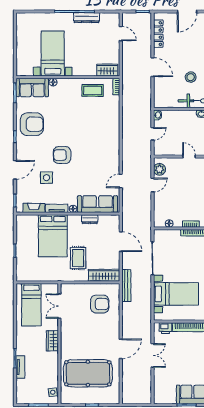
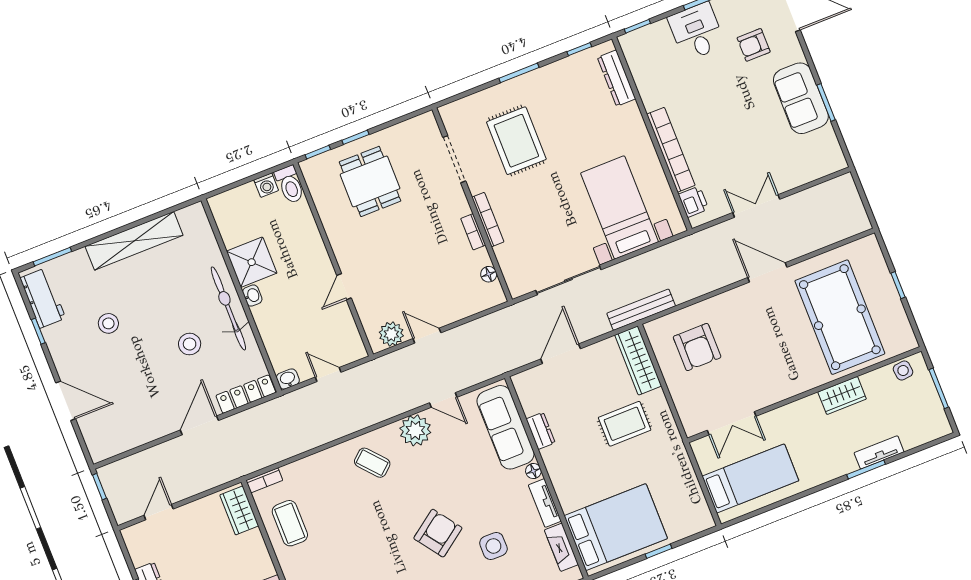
locker: (158, 34) -> (246, 394), moved
coffee table: (105, 138) -> (372, 463), added
armchair: (62, 155) -> (438, 533), turned -126
plant: (112, 163) -> (415, 430), added
bed: (53, 236) -> (616, 527), moved
armchair: (100, 304) -> (697, 347), turned 180
wardrobe: (52, 341) -> (842, 395), moved

